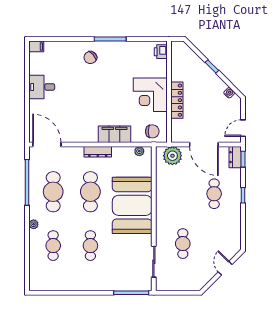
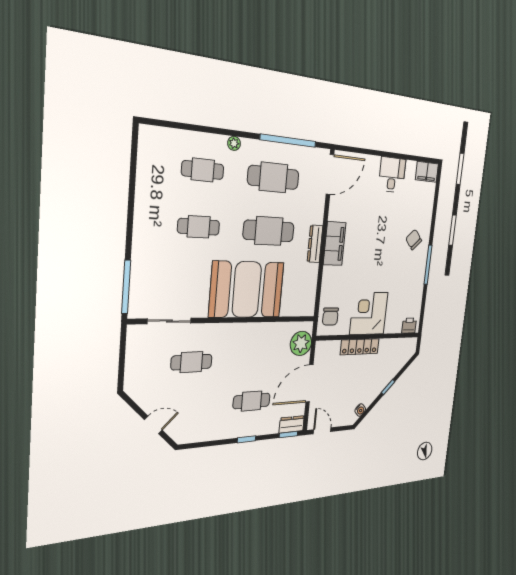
filing cabinet: (36, 46) -> (427, 172), width x2.00
filing cabinet: (115, 134) -> (335, 244), moved
plant: (139, 151) -> (310, 300), removed

